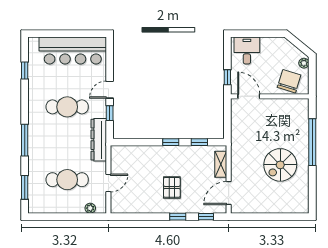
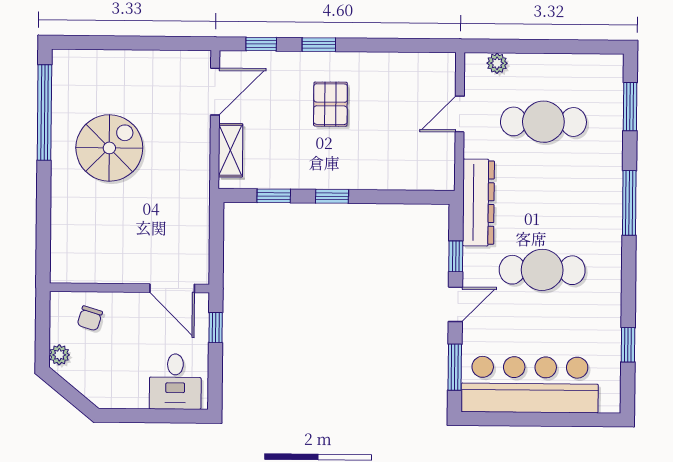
window: (110, 59) -> (455, 367), added
chair: (289, 81) -> (90, 318), width x0.54, depth x0.54
window: (312, 142) -> (44, 112), moved

